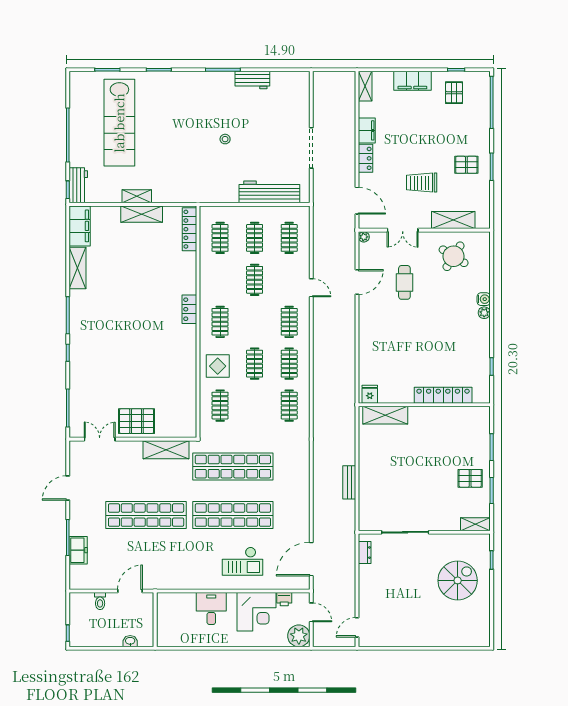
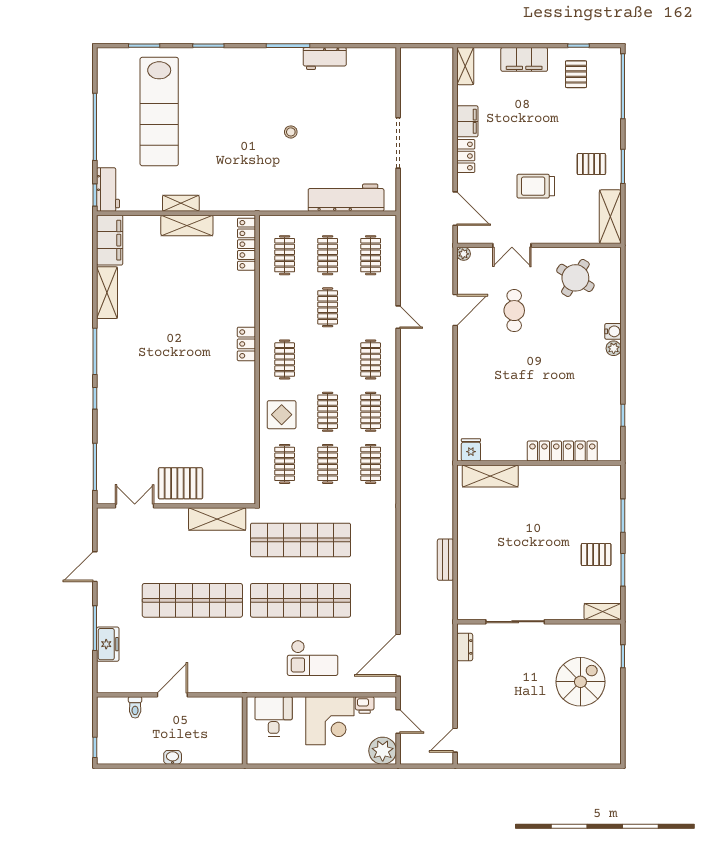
shelving: (453, 220) -> (610, 217), moved, turned 90
clothes rail: (255, 406) -> (328, 464), added
wall: (155, 620) -> (245, 731), moved

